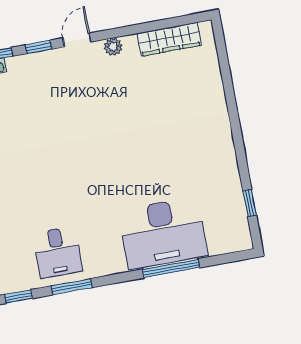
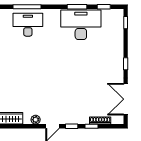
desk: (163, 233) -> (28, 25), width x0.73, depth x0.77
desk: (58, 252) -> (81, 25), width x1.87, depth x1.30

